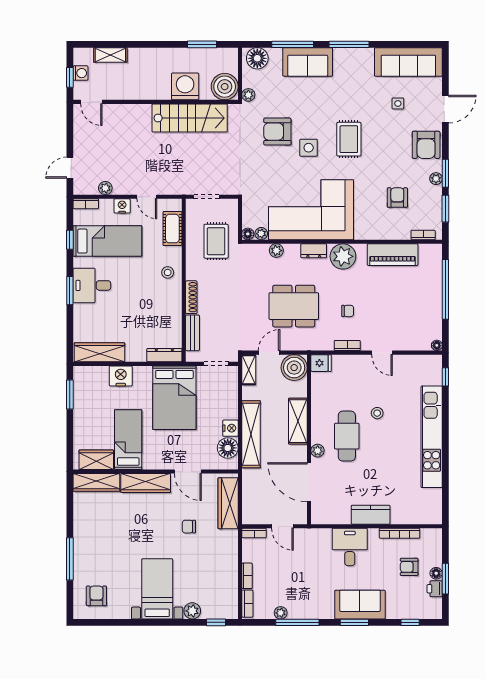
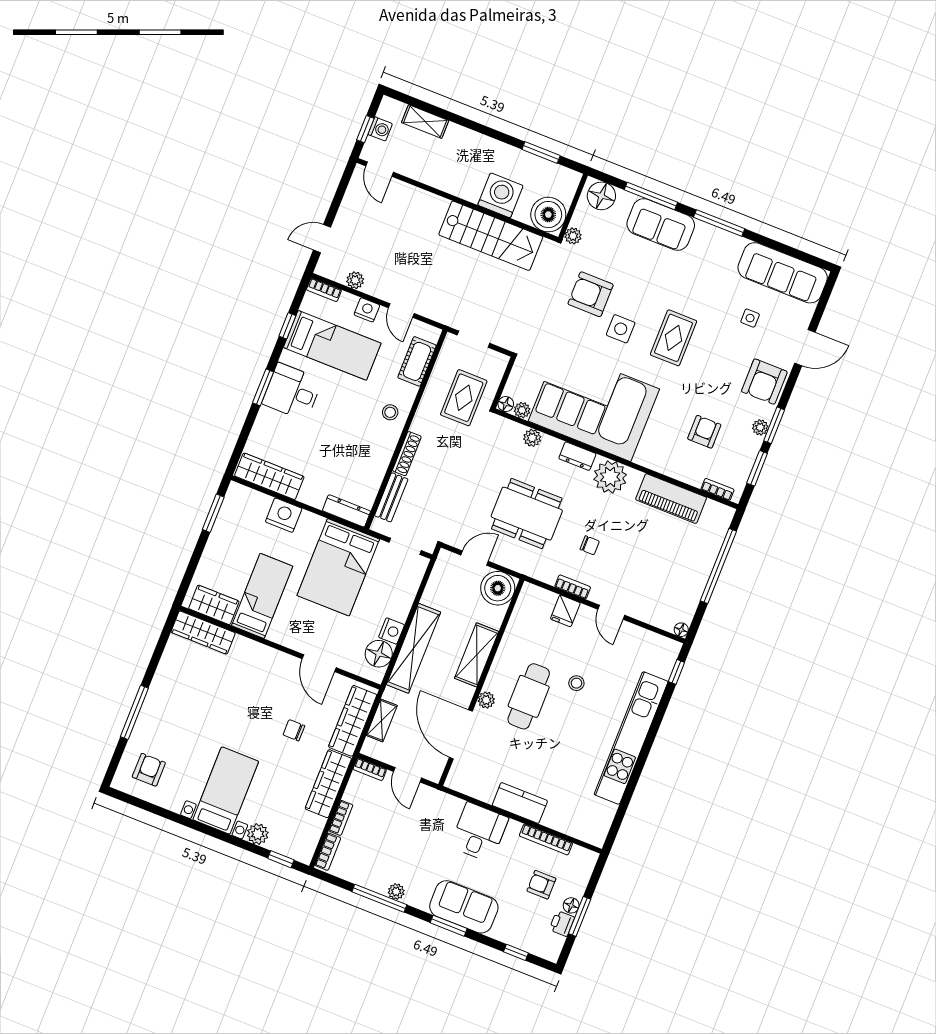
fridge: (321, 363) -> (565, 611), moved, turned 90
shelving: (249, 370) -> (382, 720), moved
wardrobe: (146, 483) -> (328, 784), moved, turned 90
plant: (281, 613) -> (396, 892), moved

